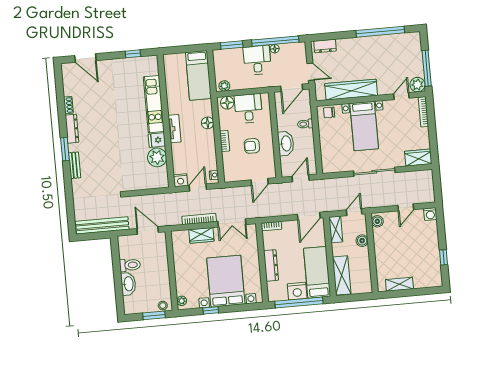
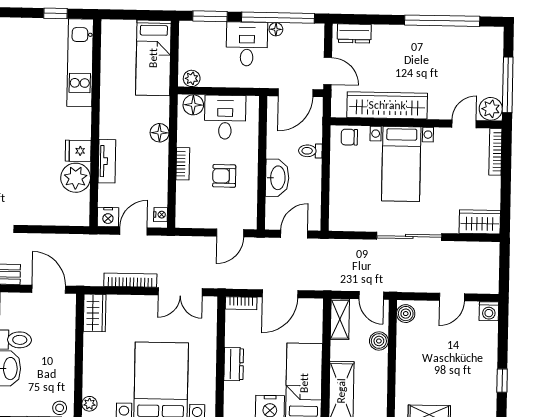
kitchen unit: (154, 104) -> (80, 63), moved
tv unit: (175, 129) -> (107, 161), moved
door: (354, 212) -> (371, 295), swing flipped
door: (309, 216) -> (280, 294), moved
wardrobe: (201, 235) -> (95, 313), moved, turned -90
dresser: (271, 265) -> (234, 364), width x0.70

